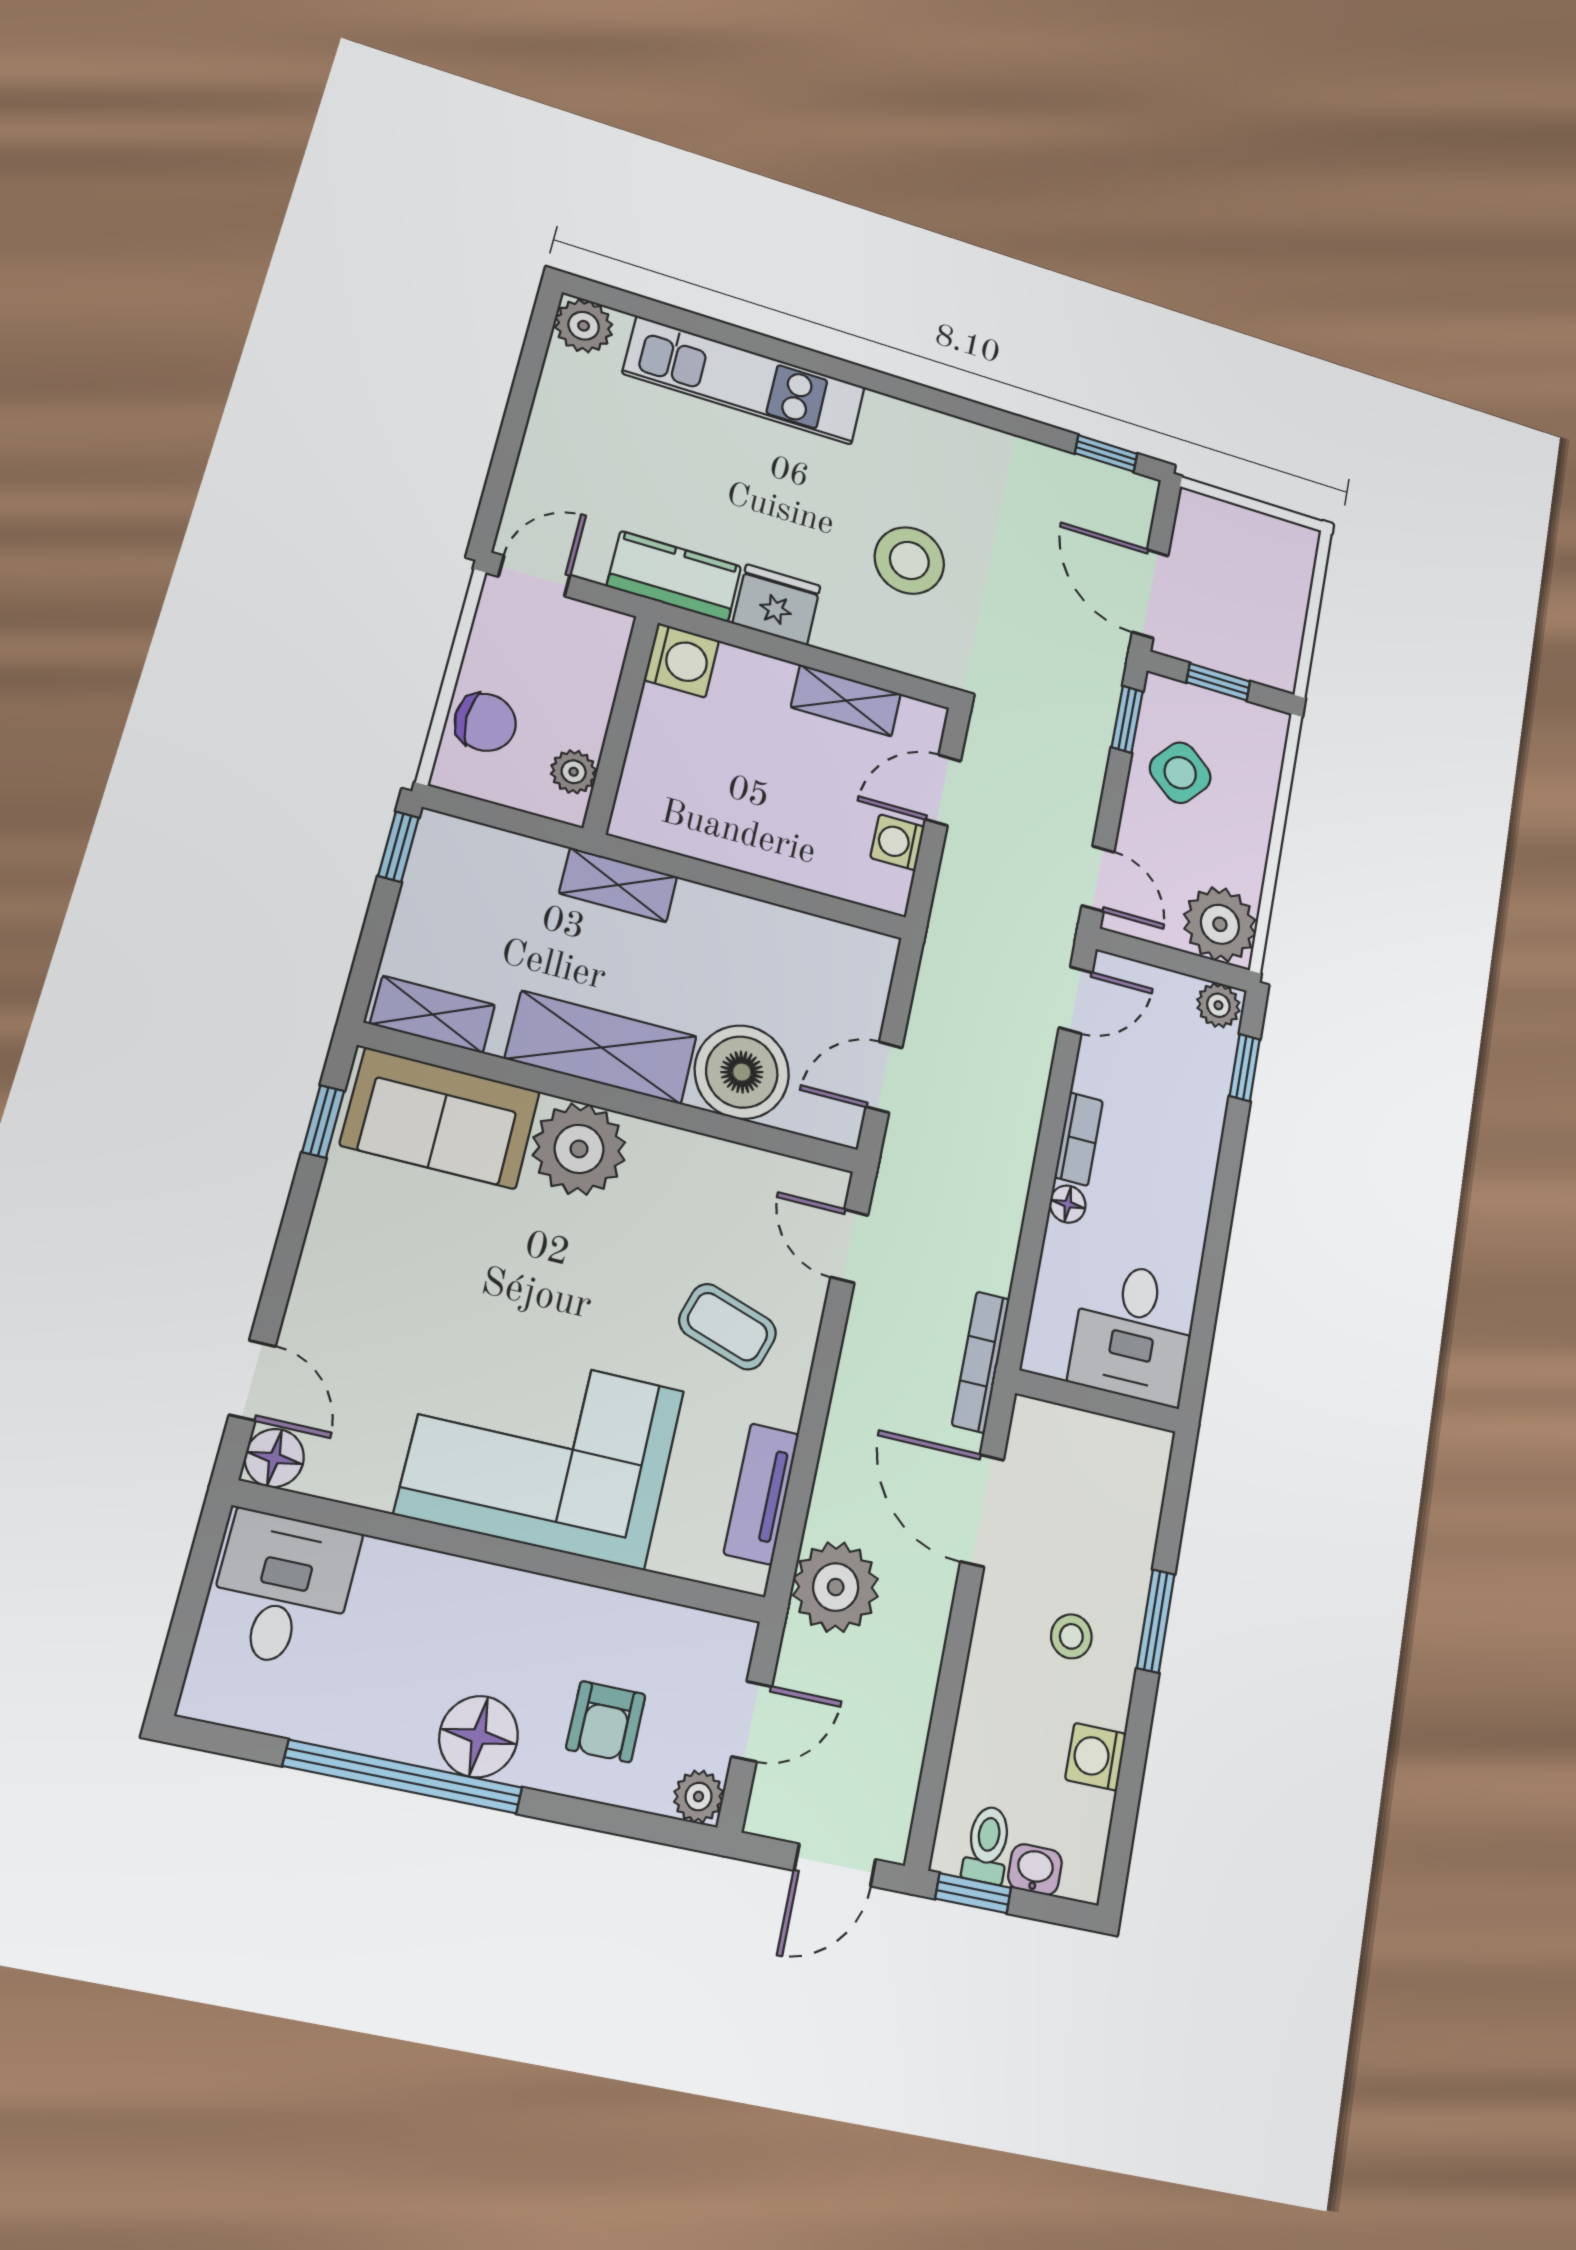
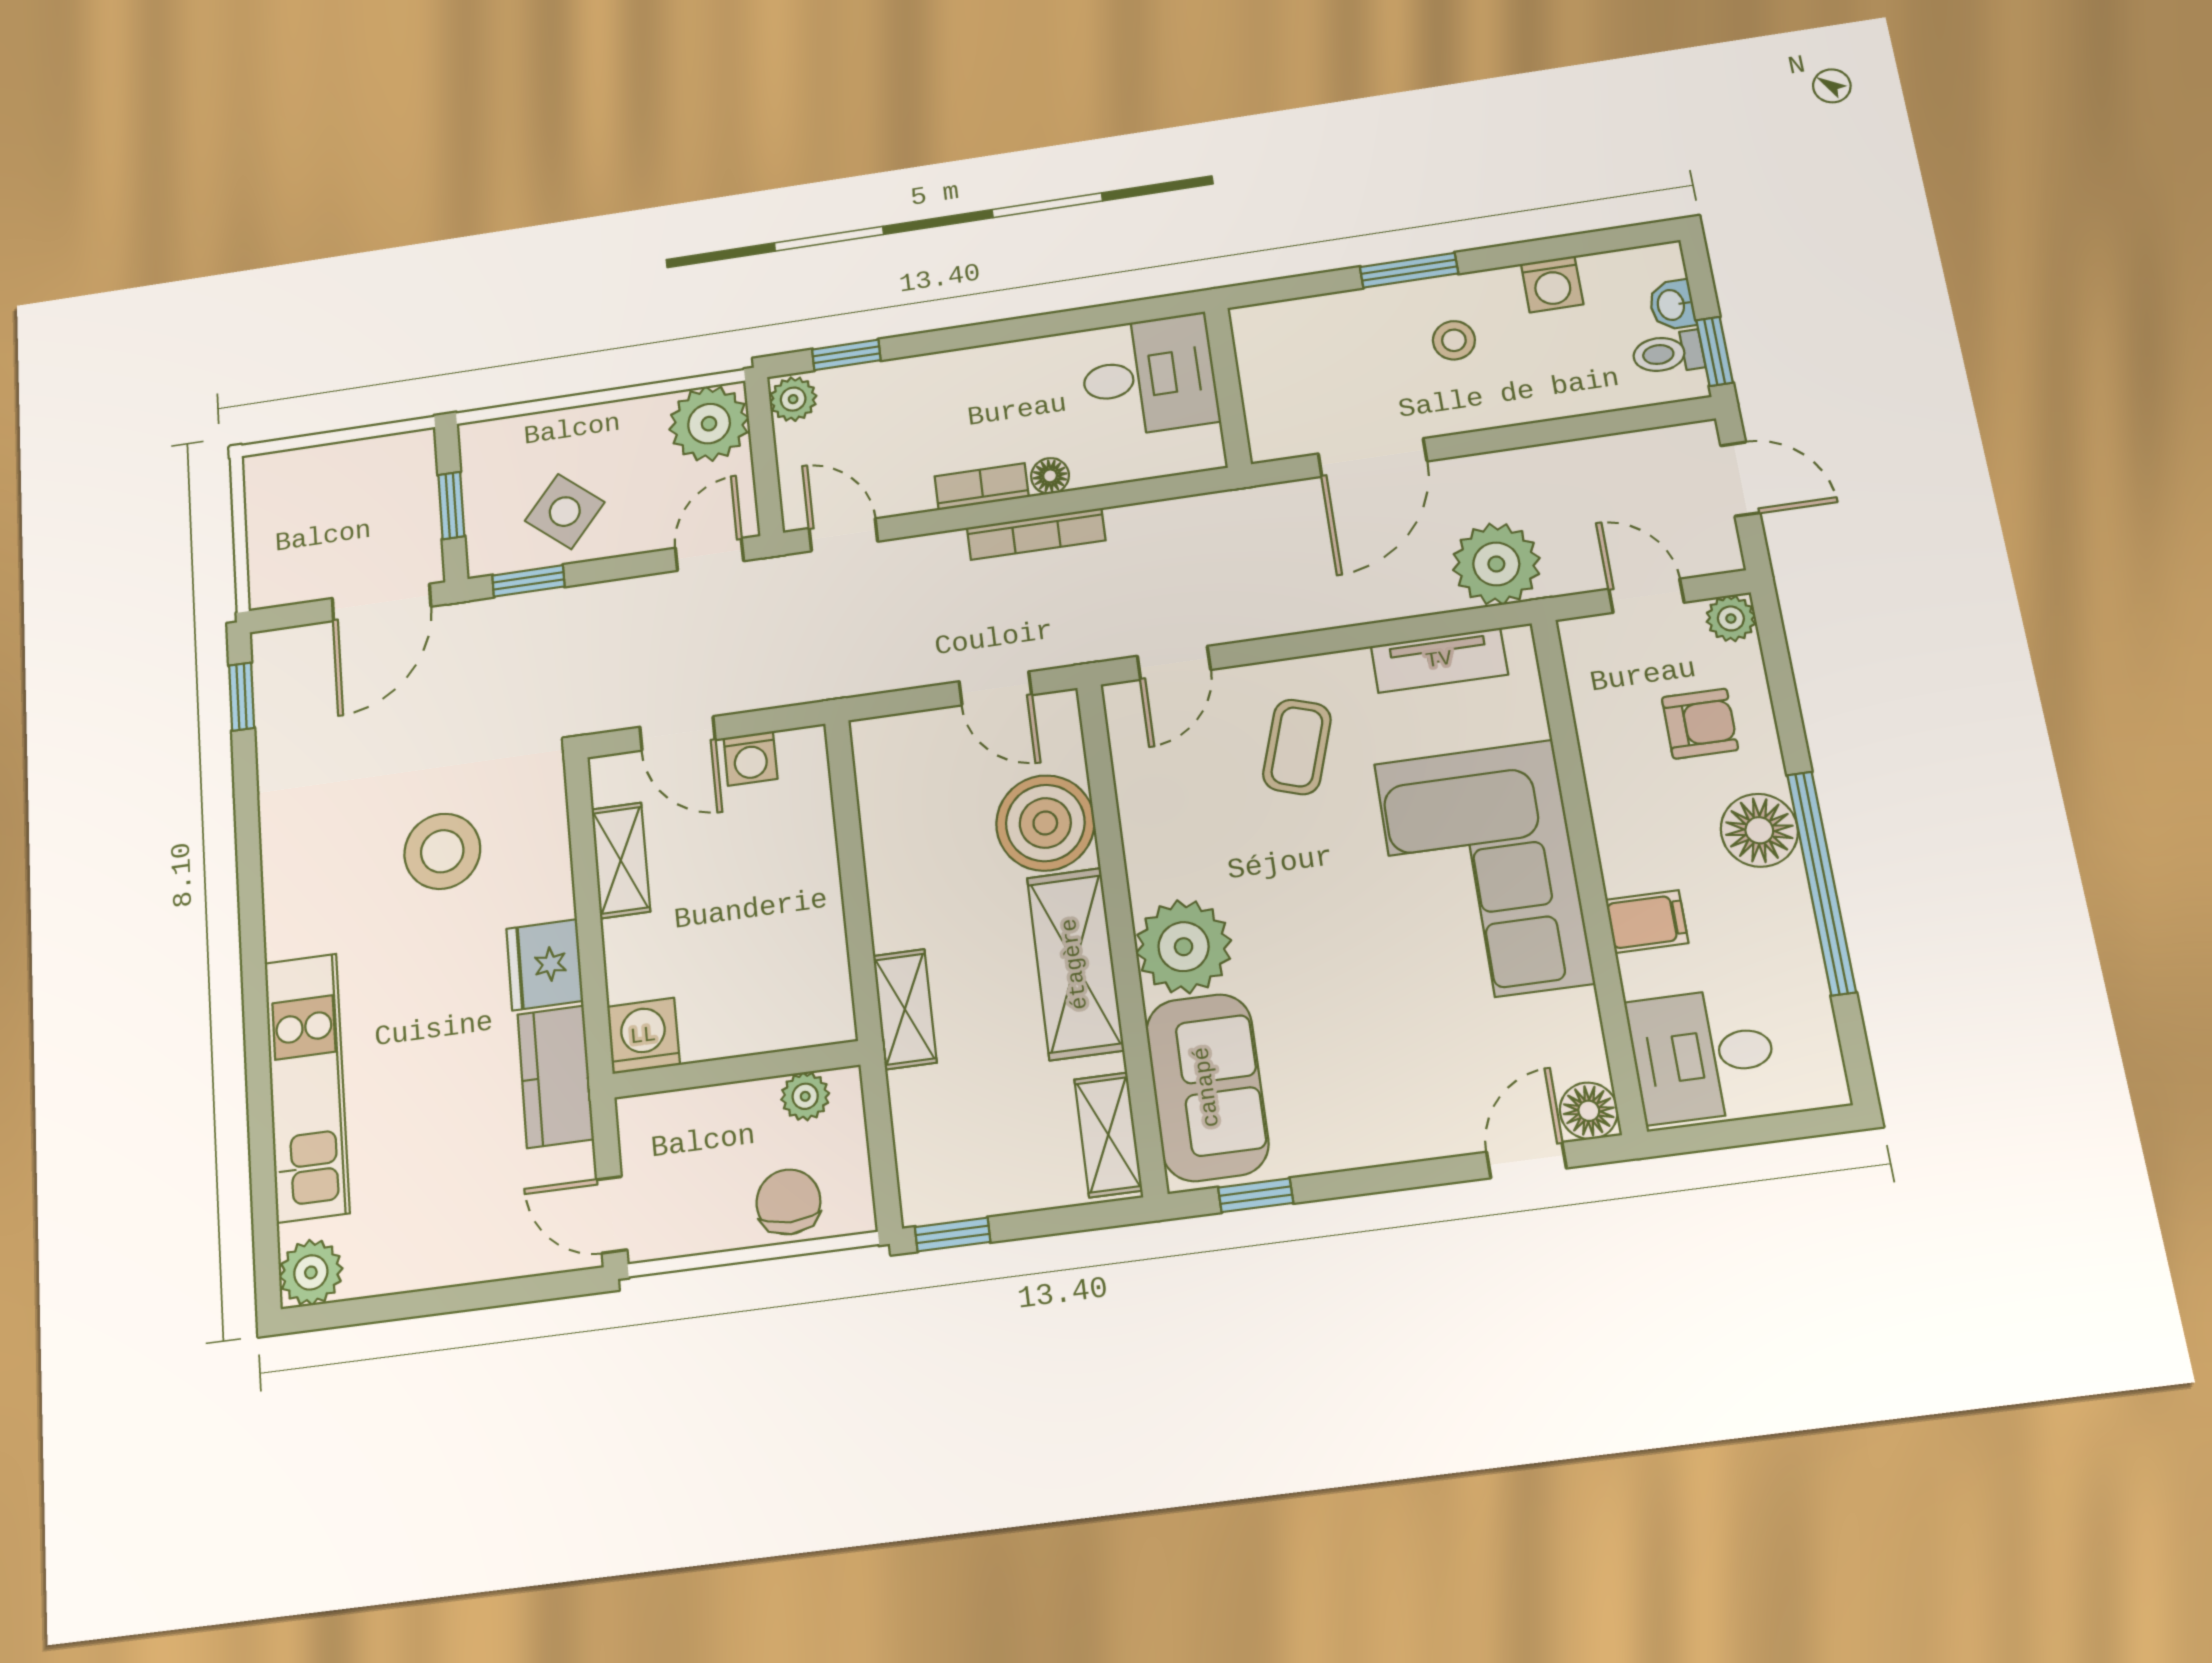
bookcase: (981, 1362) -> (1036, 534), moved
filing cabinet: (433, 1589) -> (1647, 921), added

